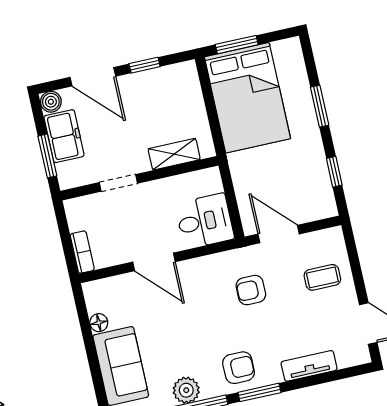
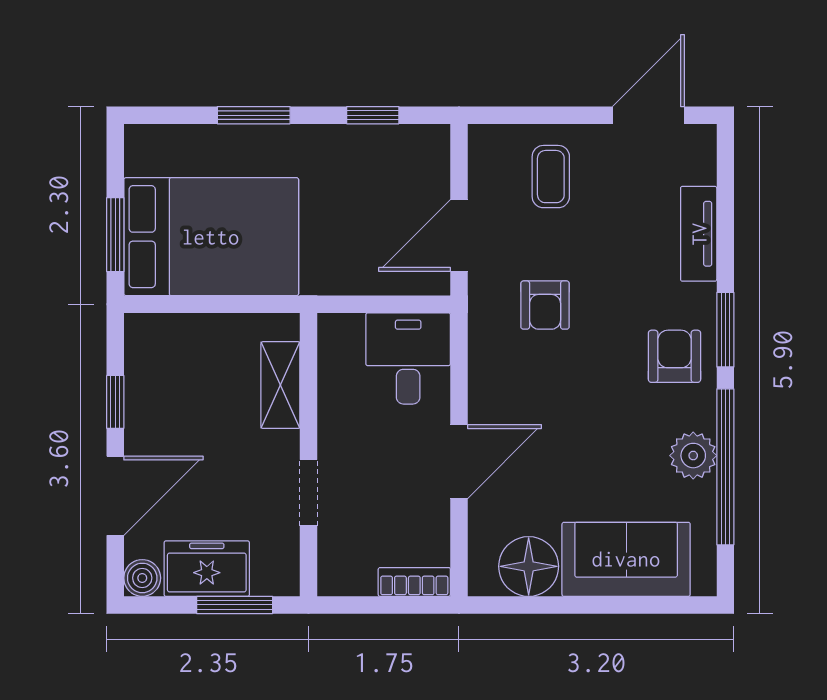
floor lamp: (99, 323) -> (529, 566), width x1.89, depth x1.89

